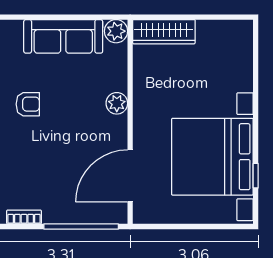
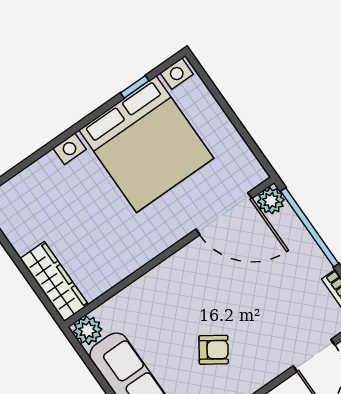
plant: (117, 103) -> (271, 201), moved
armchair: (28, 104) -> (214, 350), moved, turned 124

